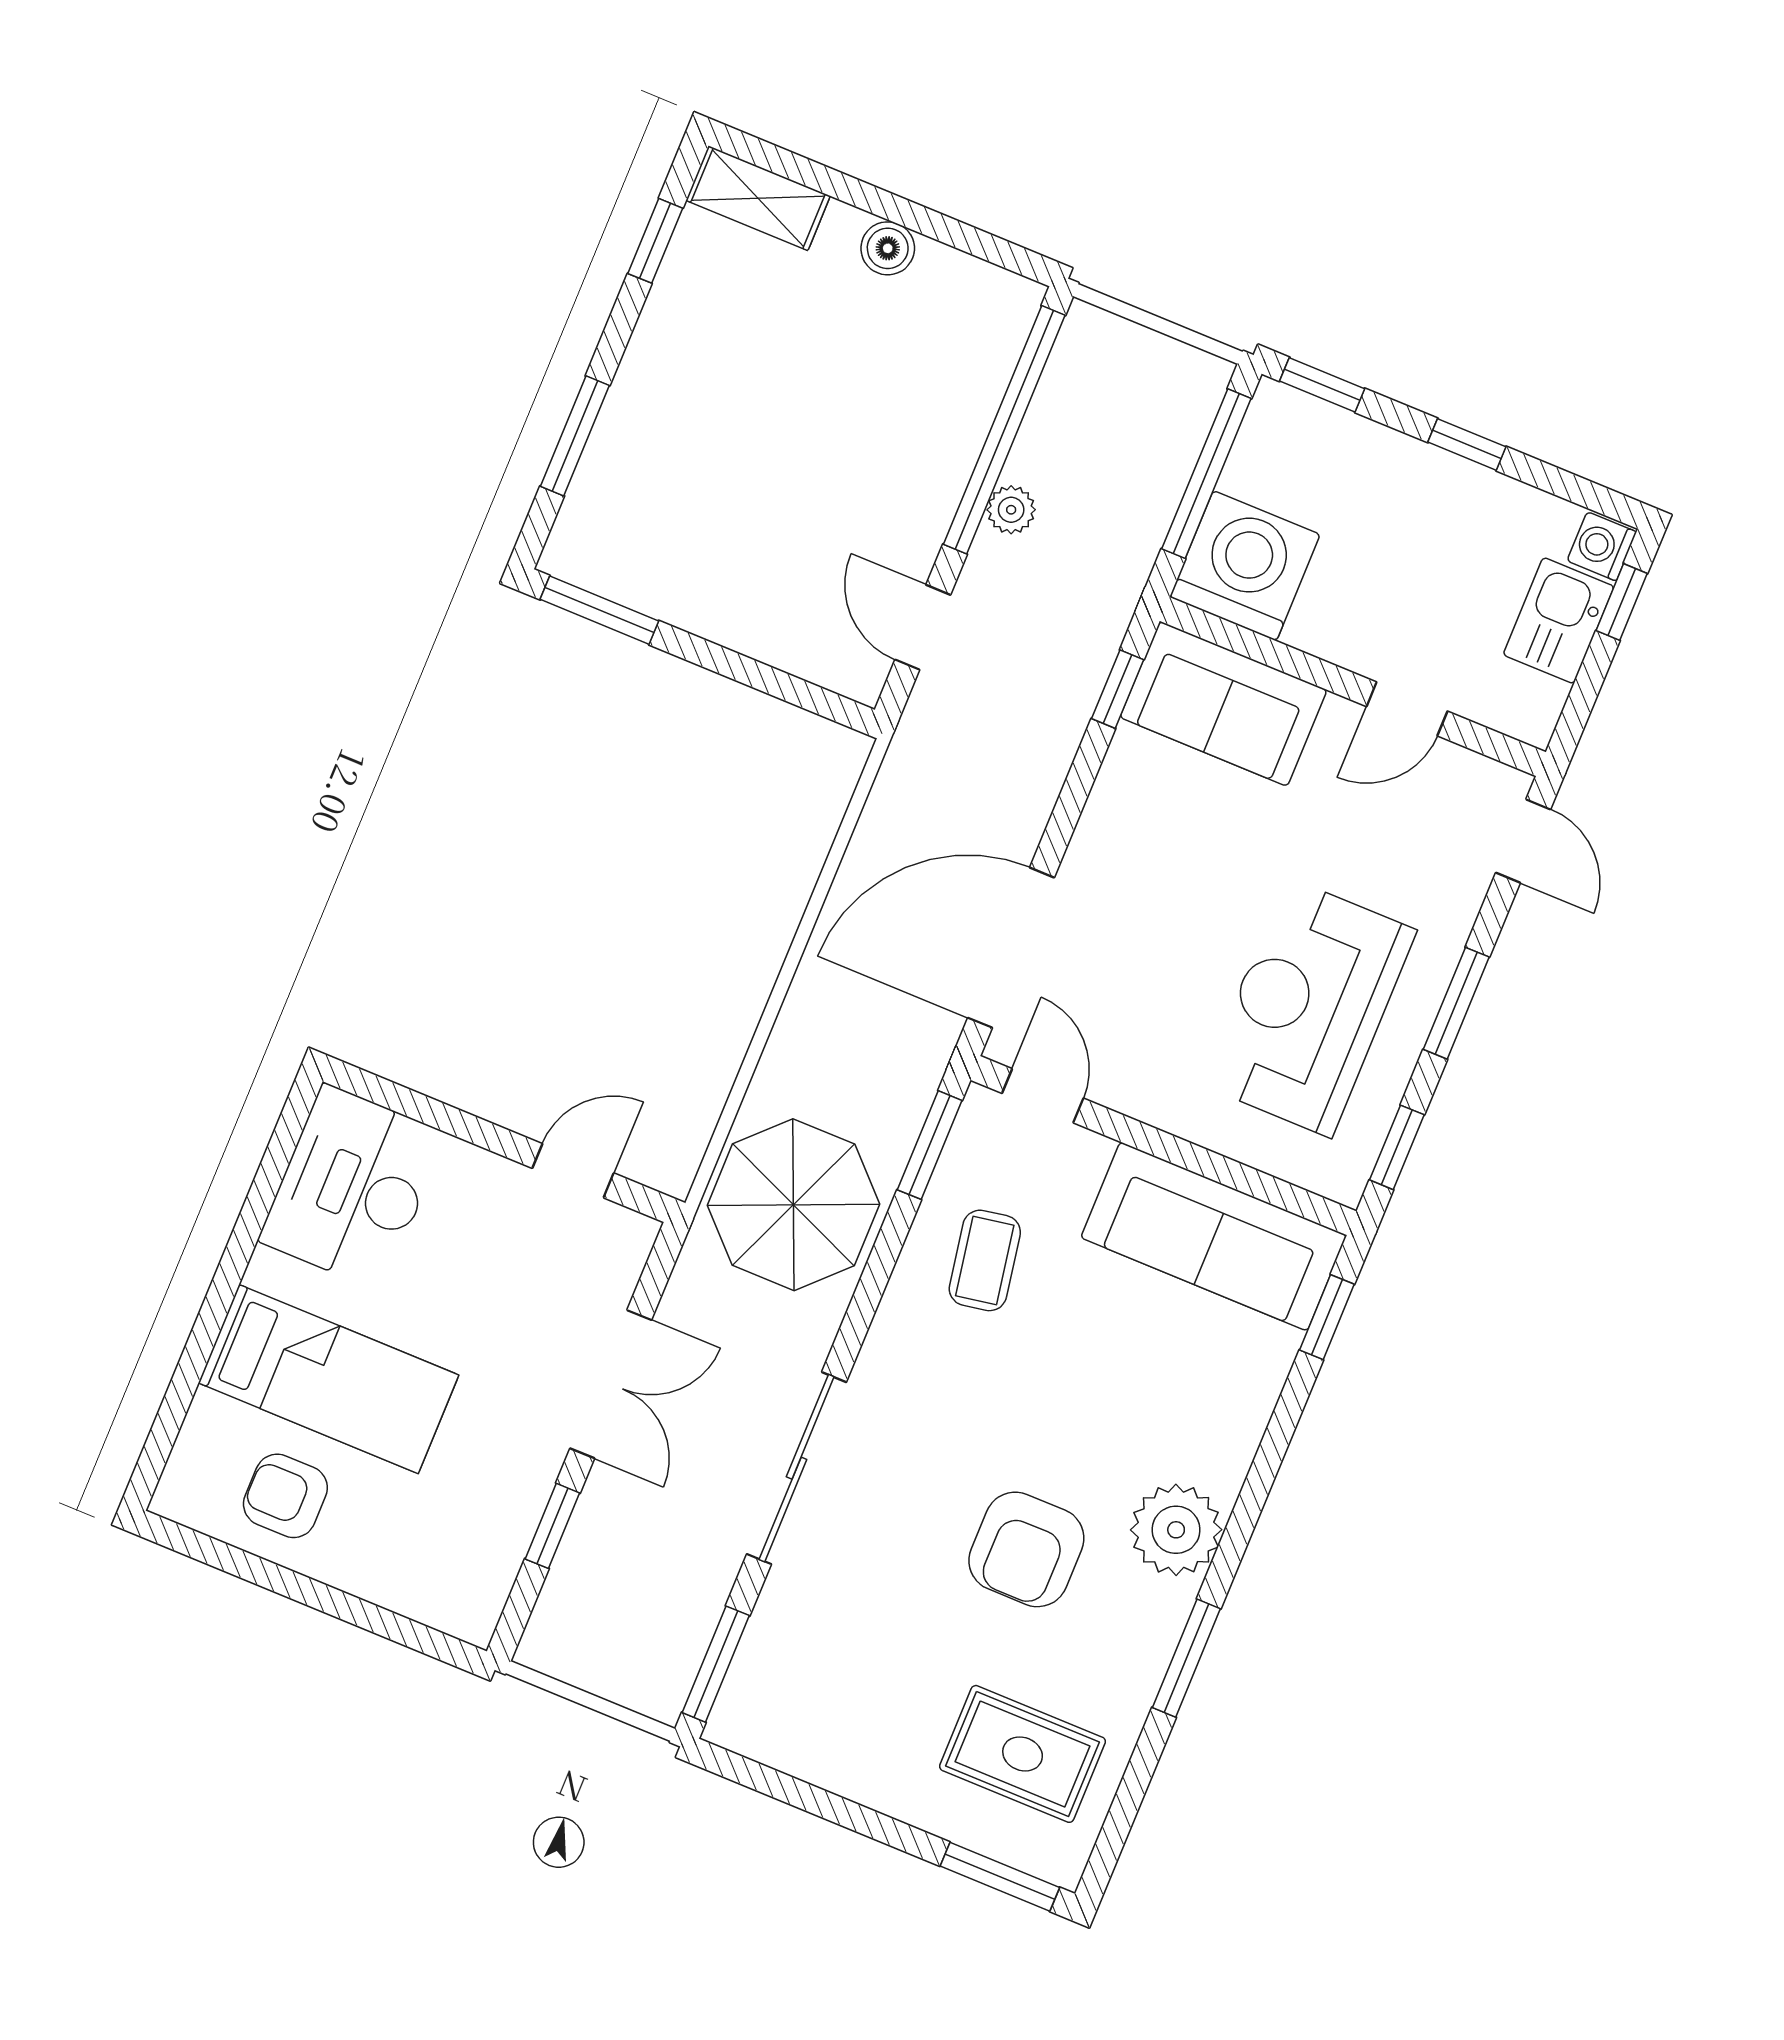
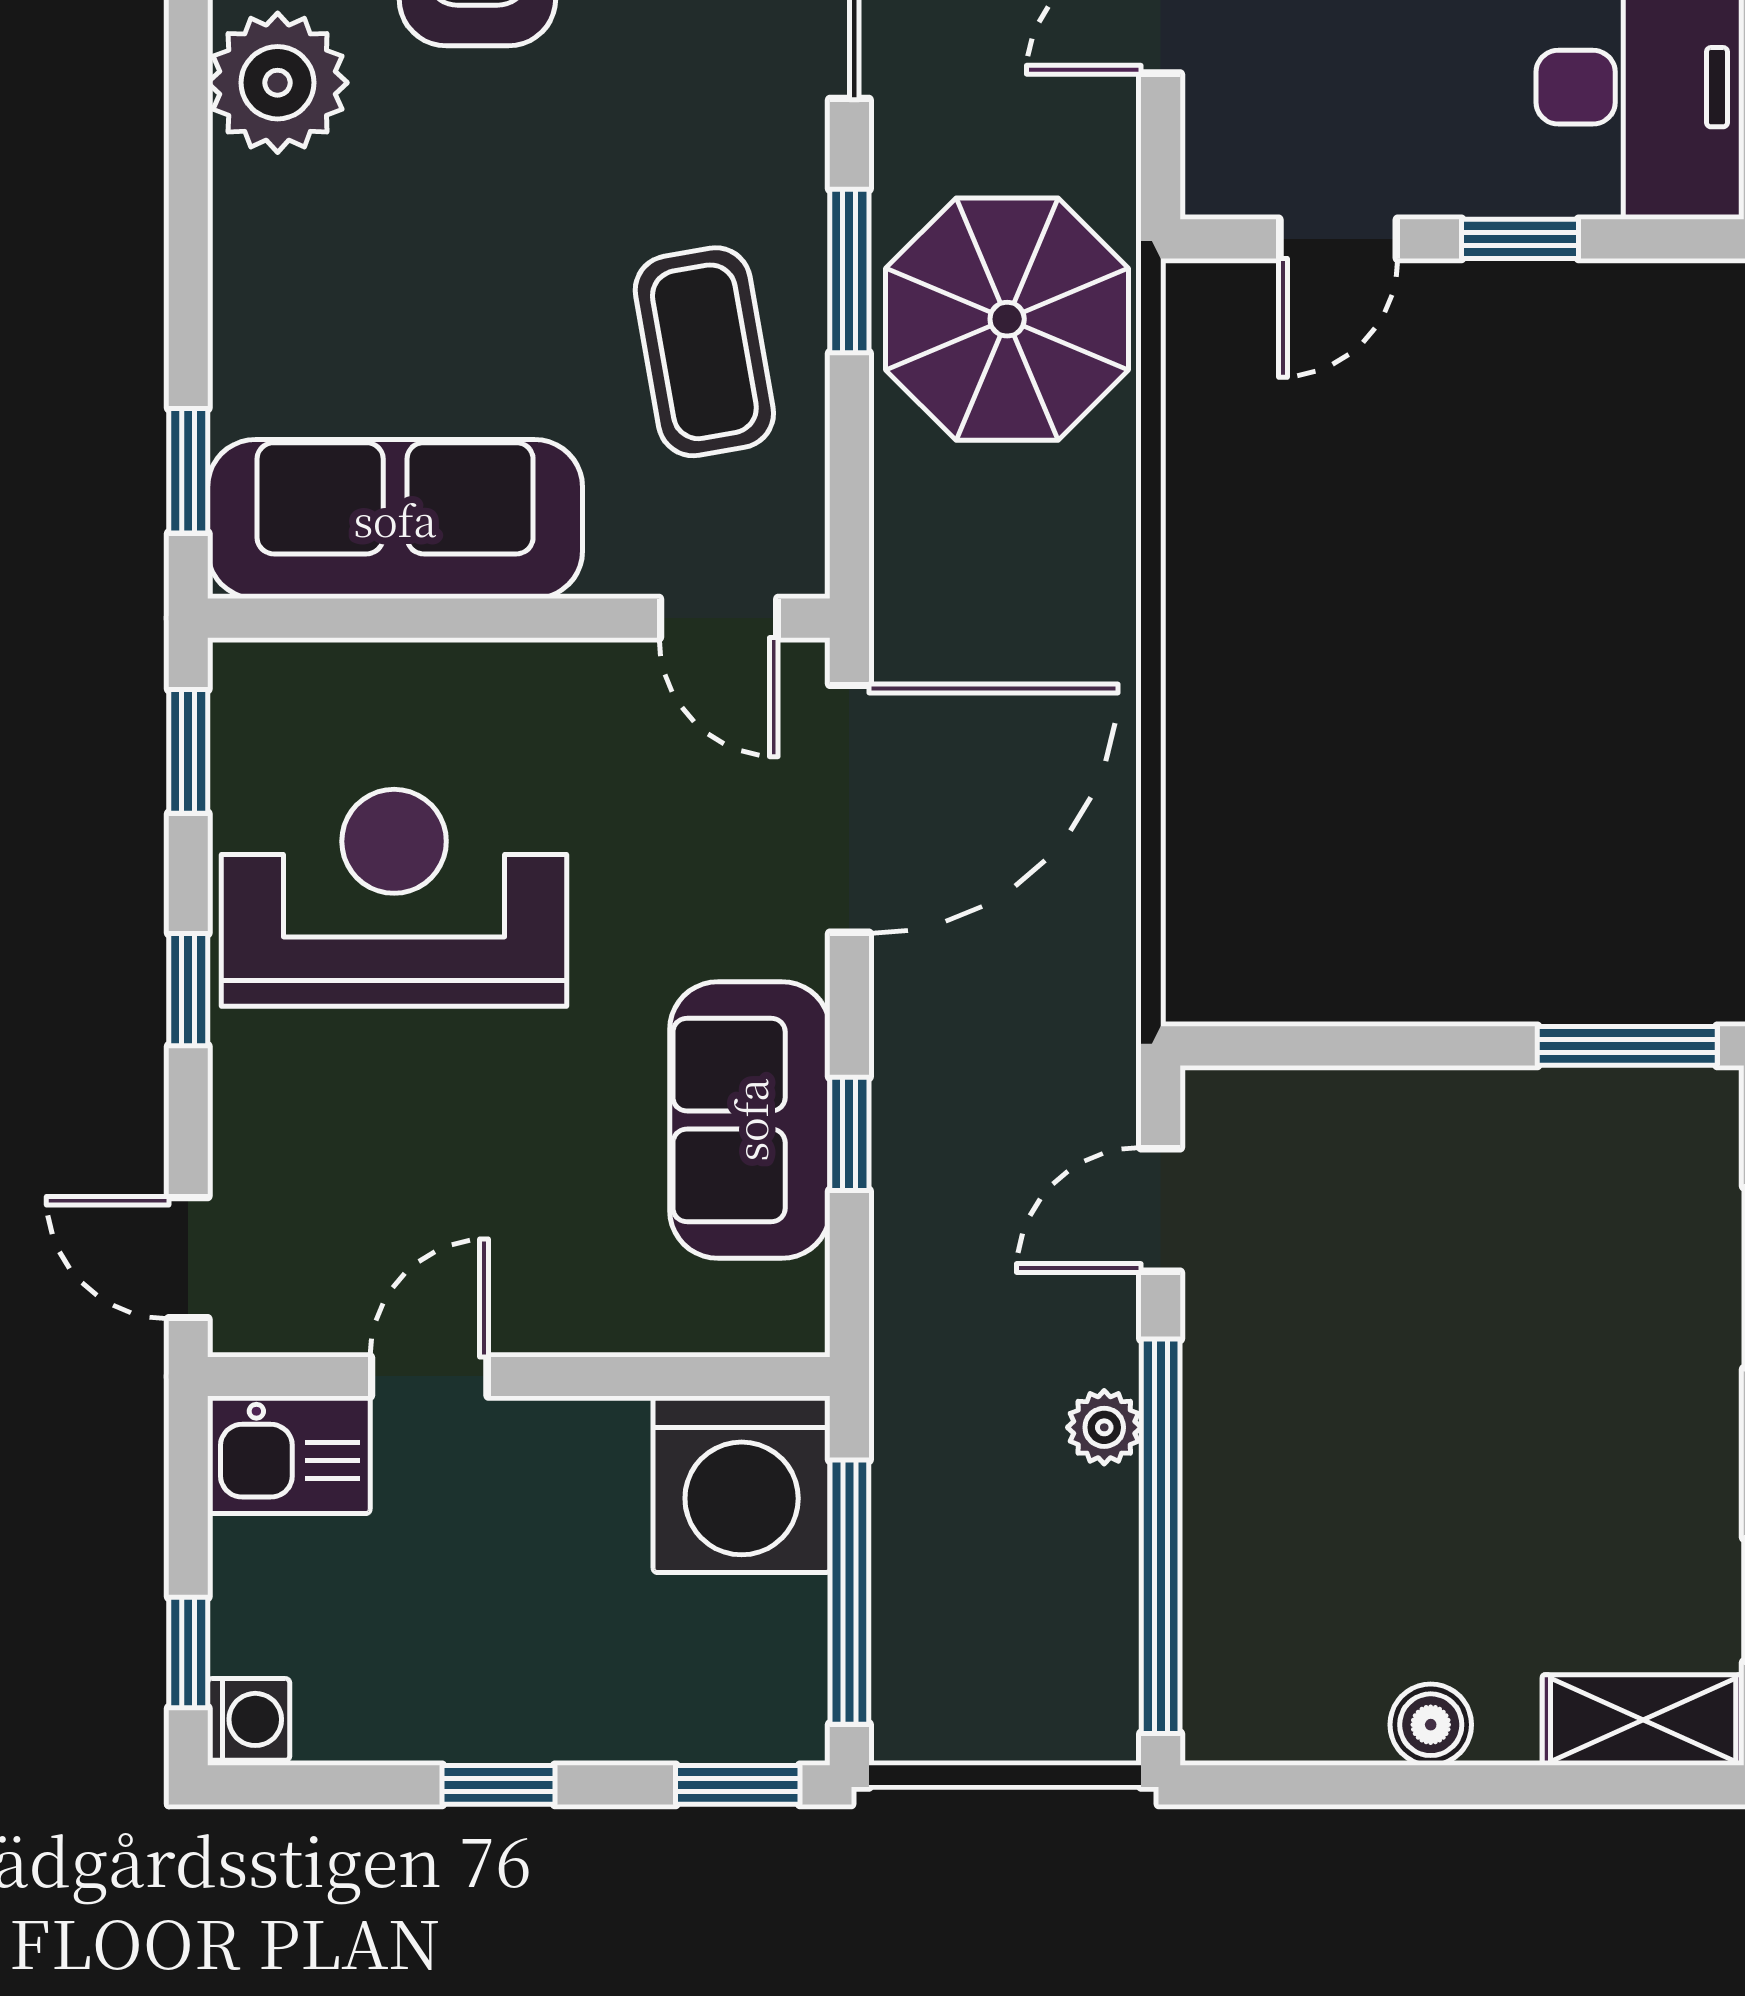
kitchen sink: (1559, 621) -> (289, 1455), moved, turned 90
door: (923, 627) -> (1161, 1210), swing flipped
window: (1118, 689) -> (849, 1134), moved
sofa: (1223, 704) -> (750, 1120), moved, turned -90
window: (1456, 1003) -> (188, 990), width x0.67
reception desk: (1309, 1007) -> (394, 898), turned -90
window: (463, 1125) -> (1520, 239), added
window: (930, 1145) -> (849, 271), moved
coffee table: (985, 1260) -> (704, 352), width x1.36, depth x1.30

